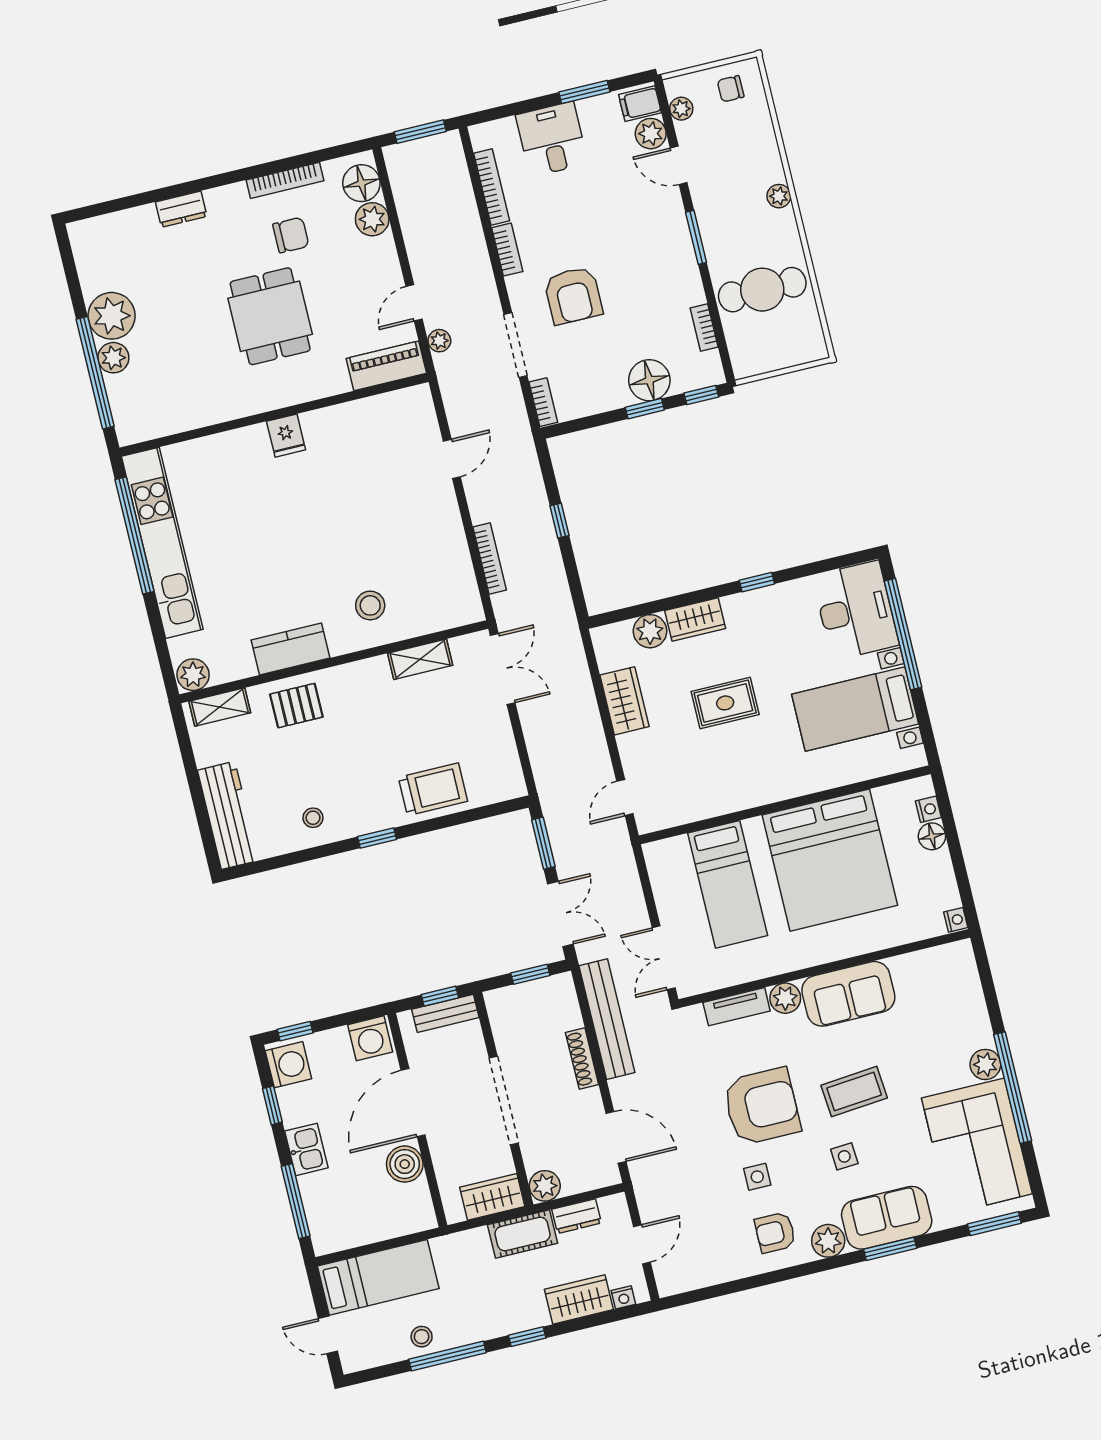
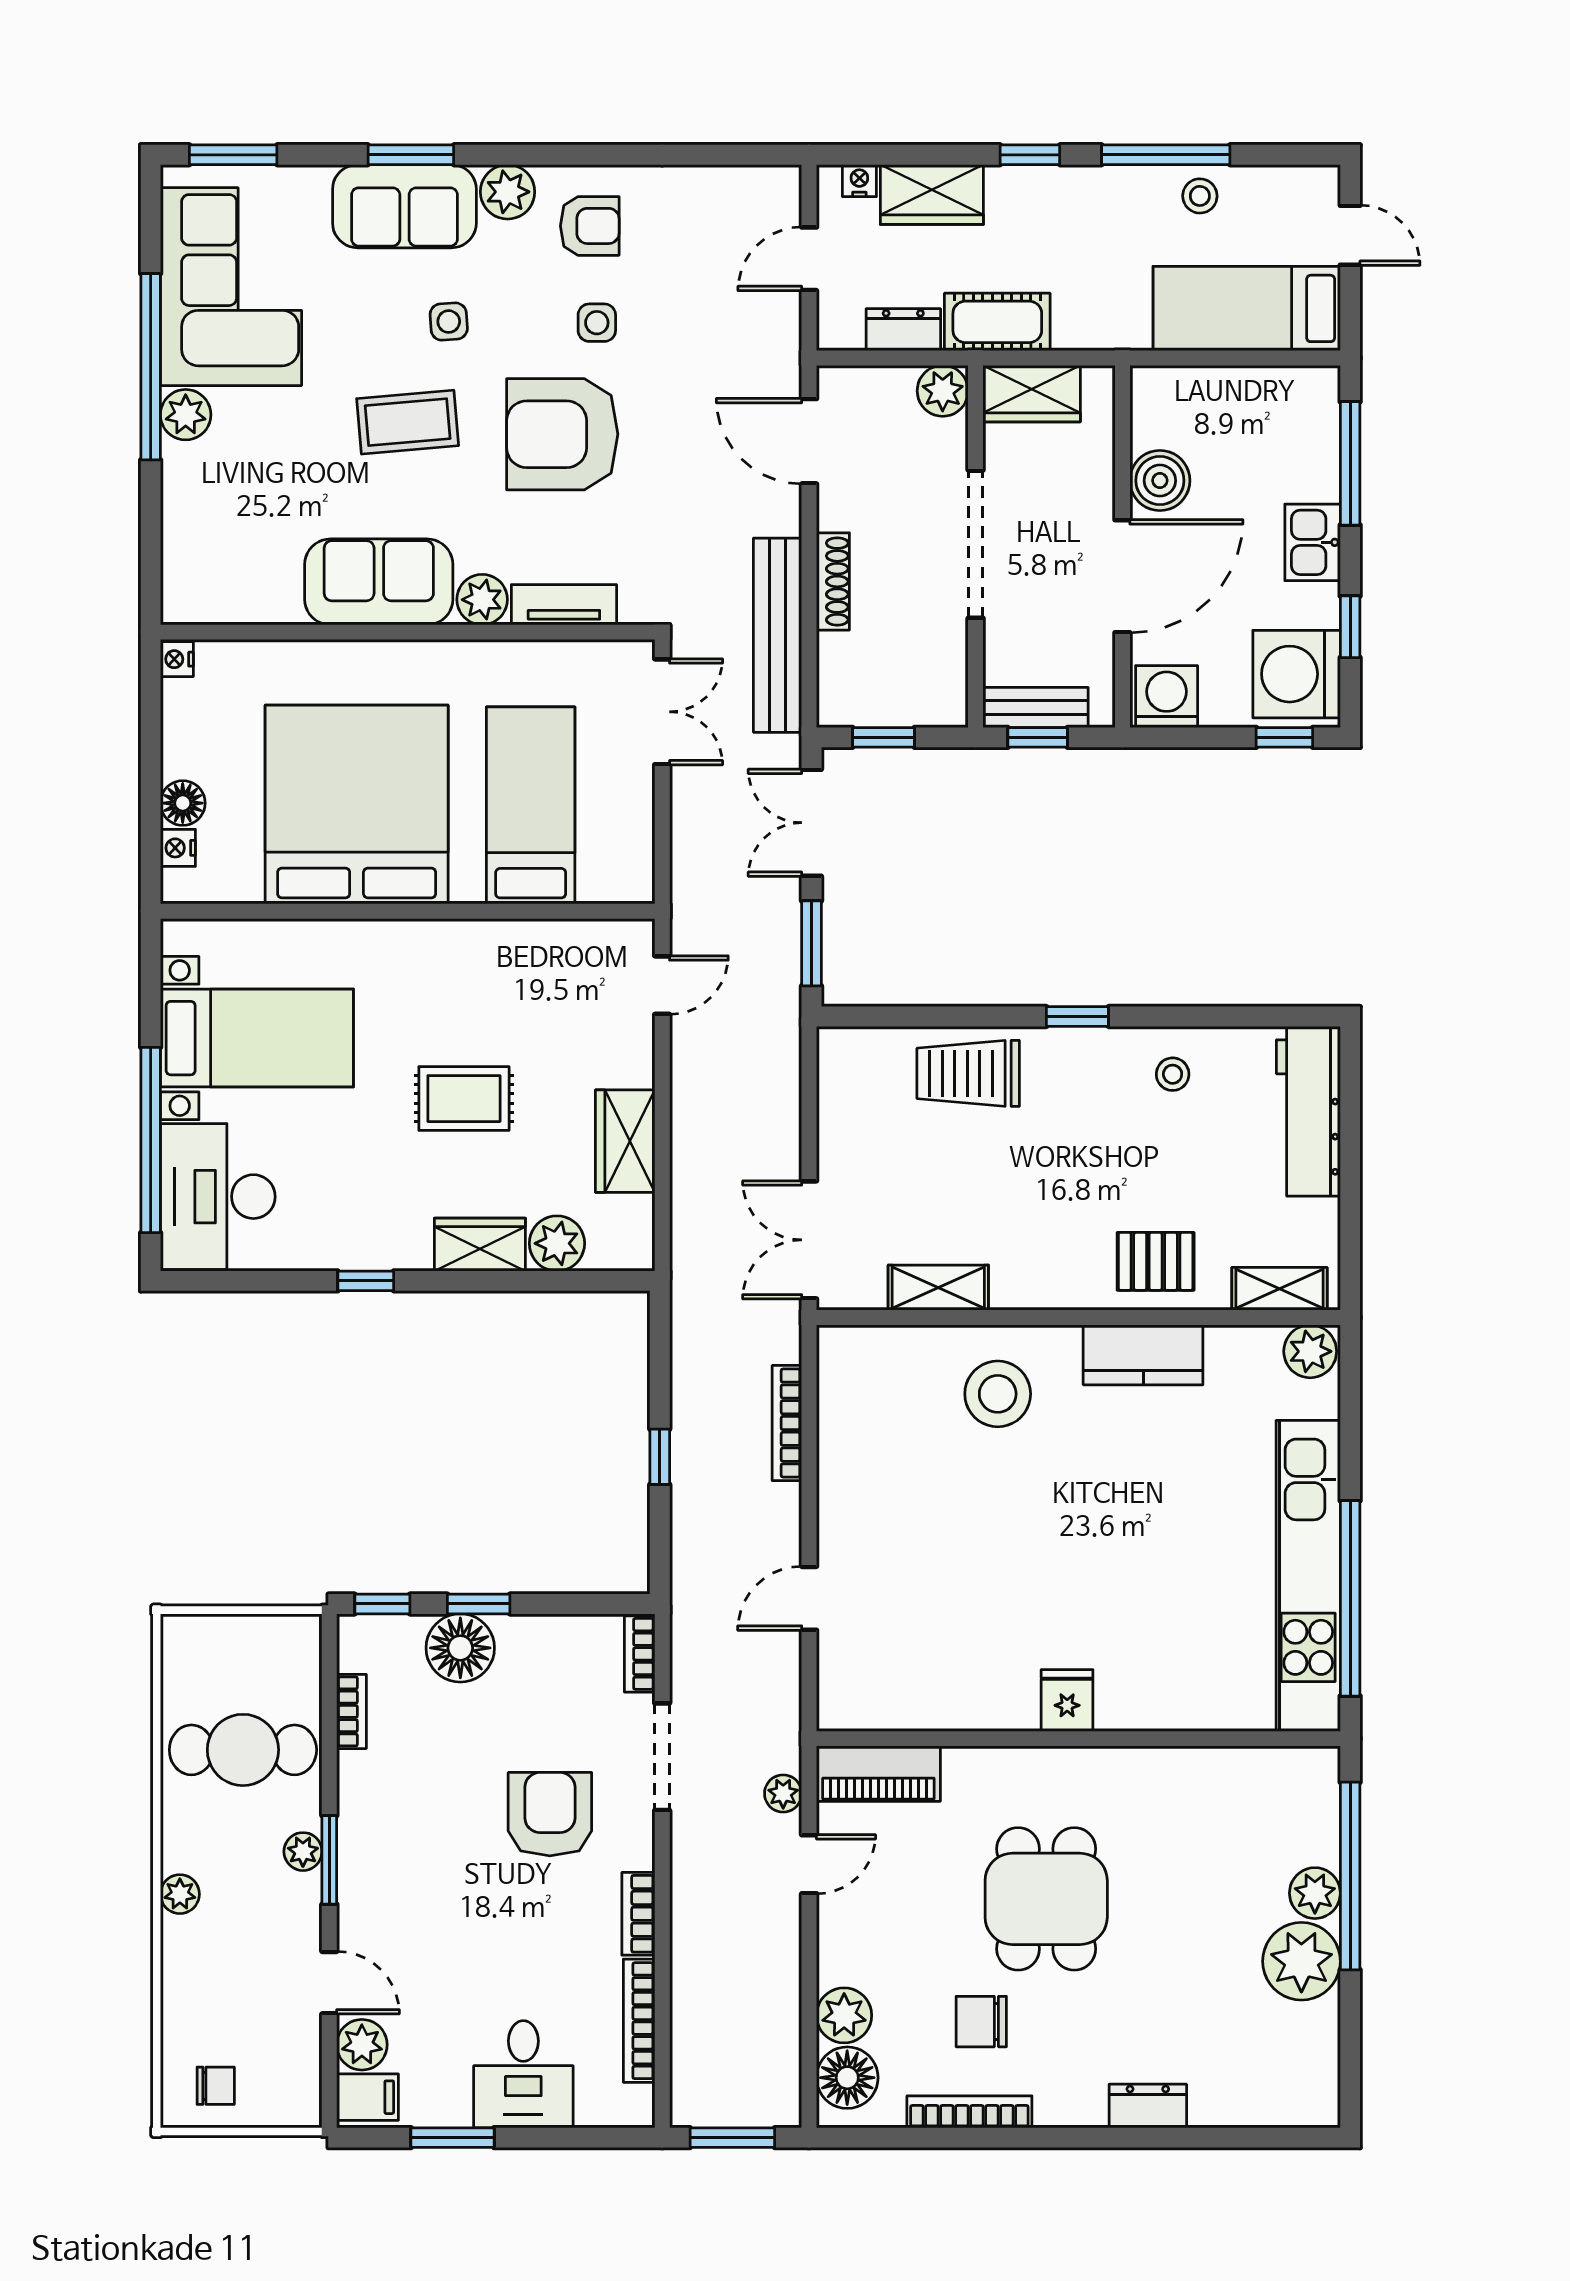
plant: (681, 109) -> (303, 1852), moved
stool: (370, 605) -> (998, 1394), width x1.38, depth x1.38
washing machine: (288, 1065) -> (1297, 674), width x1.37, depth x1.37

